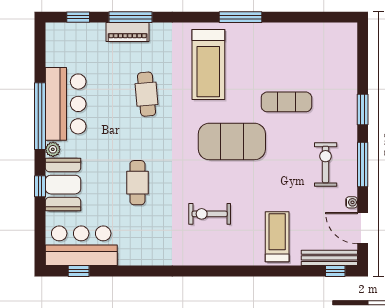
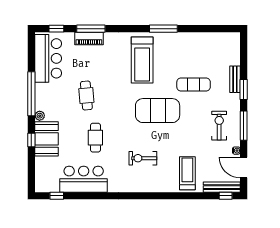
cafe table: (147, 94) -> (86, 96), moved
bench: (349, 94) -> (235, 79), added
bar counter: (66, 104) -> (48, 58), moved
bar counter: (81, 246) -> (84, 179), moved

